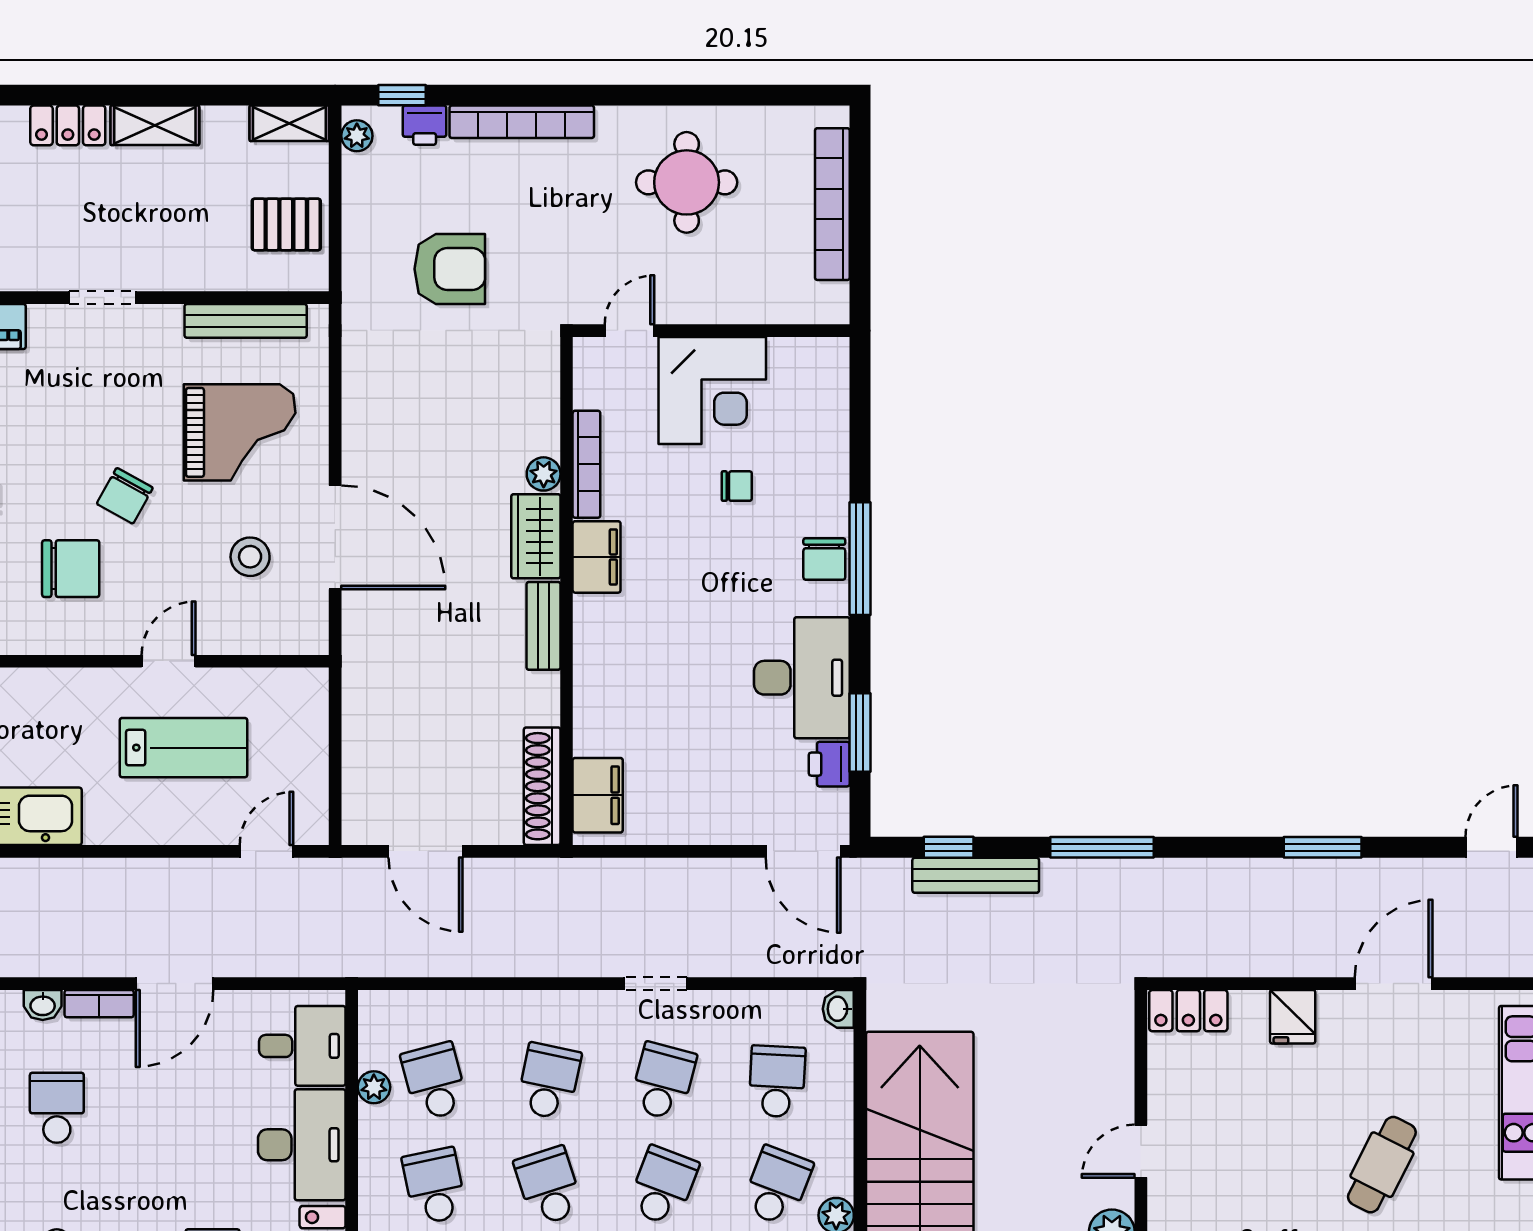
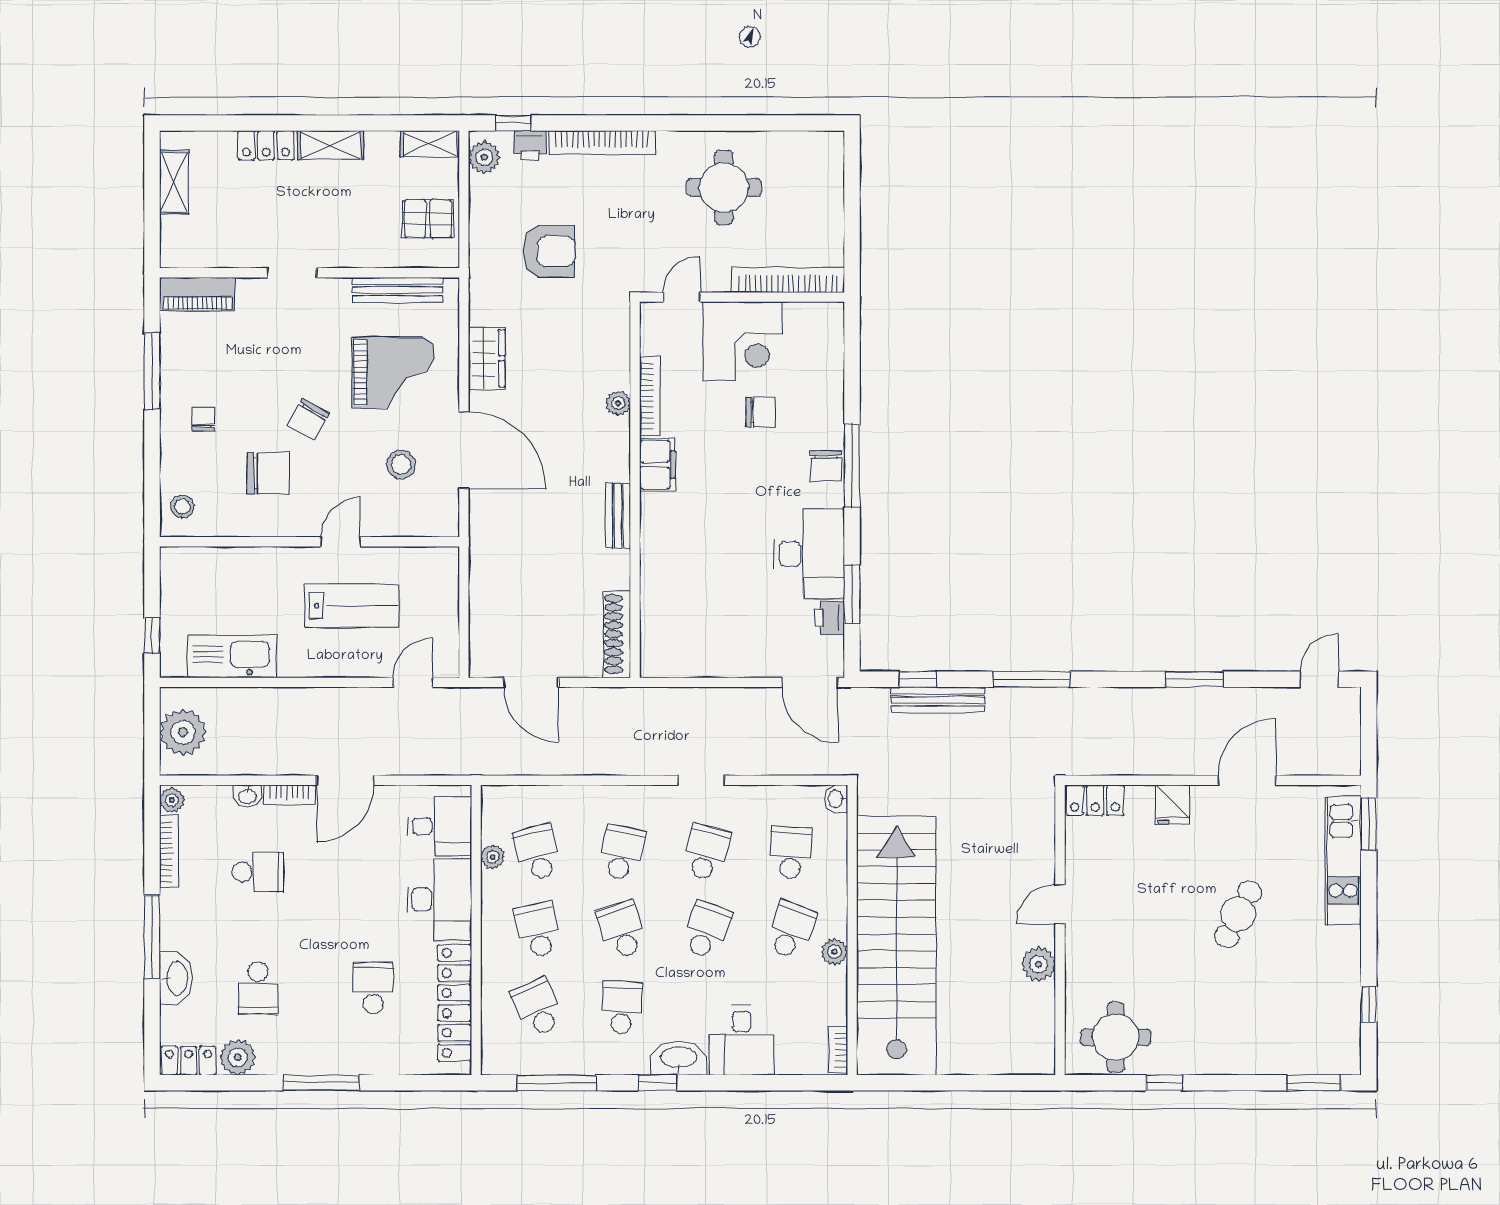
plant: (357, 136) -> (484, 157), width x1.38, depth x1.38
bookcase: (832, 204) -> (788, 280), moved, turned 90
chair: (737, 486) -> (761, 412), width x1.37, depth x1.37
wardrobe: (536, 536) -> (487, 358), moved, turned 180
filing cabinet: (598, 795) -> (658, 641), removed
school desk: (57, 1108) -> (258, 872), turned 90

